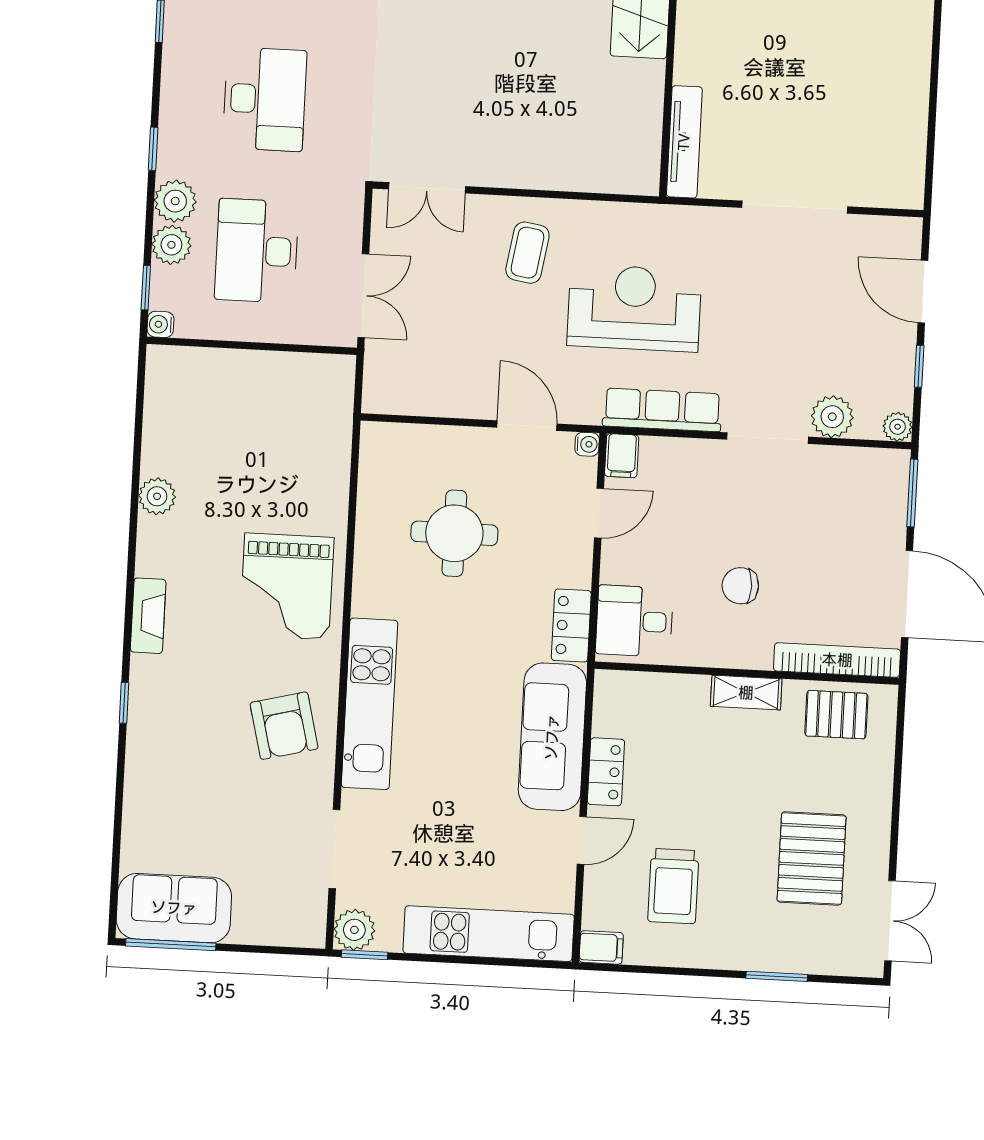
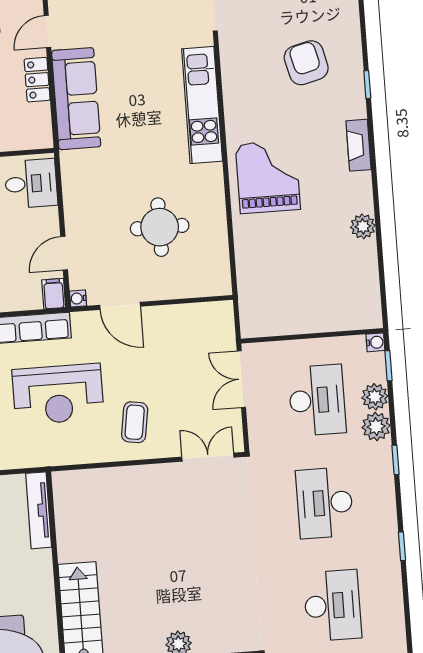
locker: (571, 625) -> (73, 175), removed
armchair: (284, 726) -> (306, 63), moved

